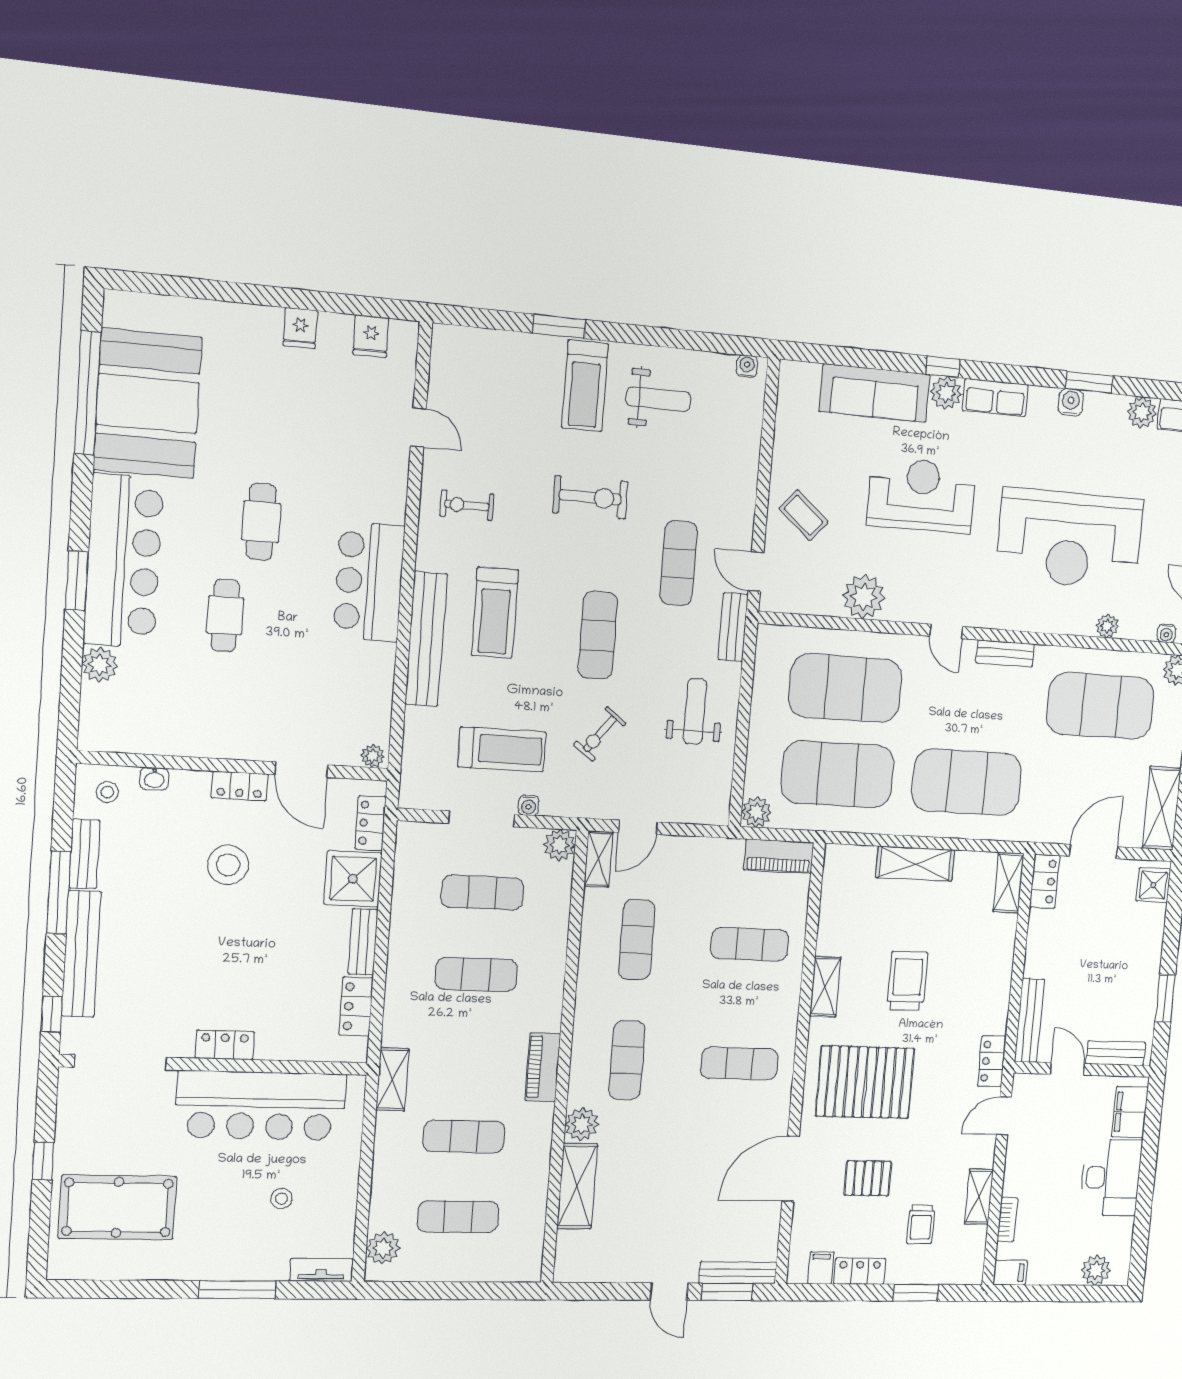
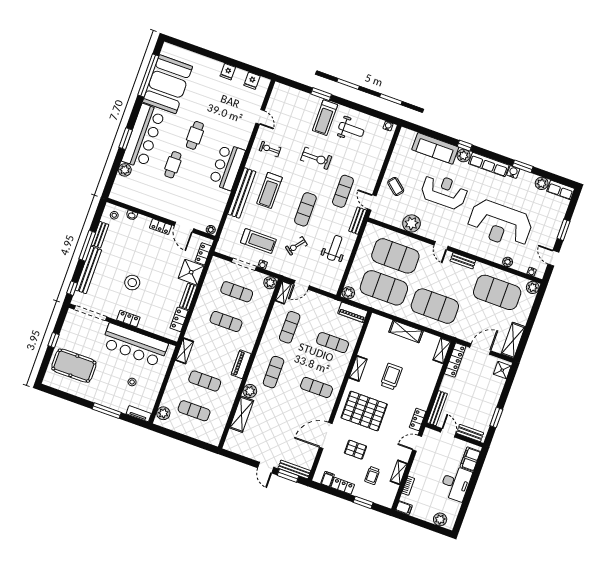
row of seats: (995, 398) -> (489, 164), width x1.48
stool: (228, 865) -> (132, 283), moved
locker: (1045, 881) -> (455, 360), width x1.53

